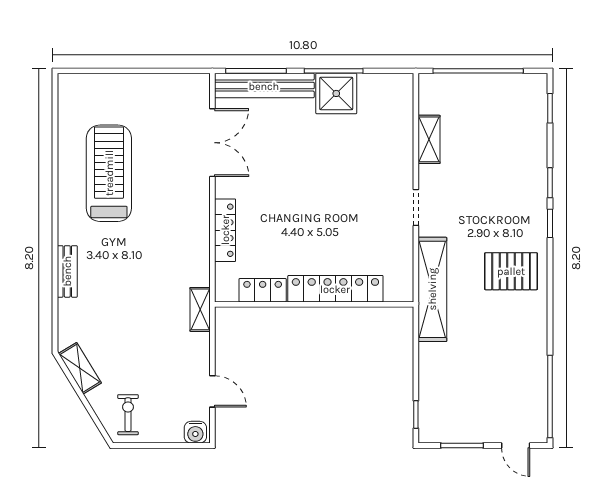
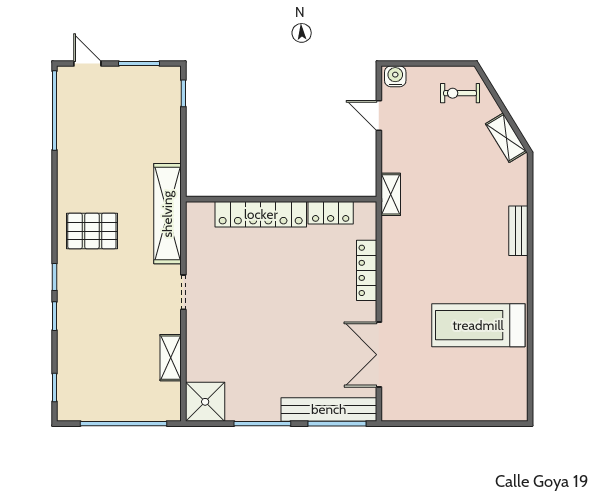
shower: (336, 93) -> (205, 402), moved
treadmill: (109, 173) -> (478, 325), turned 90
exercise bike: (128, 415) -> (460, 93), turned 90

